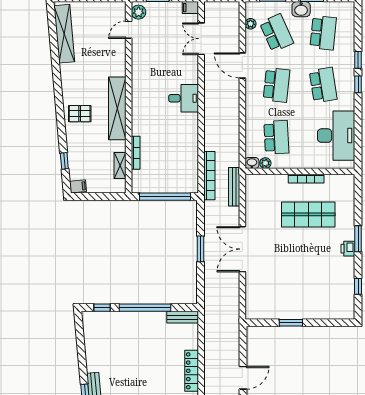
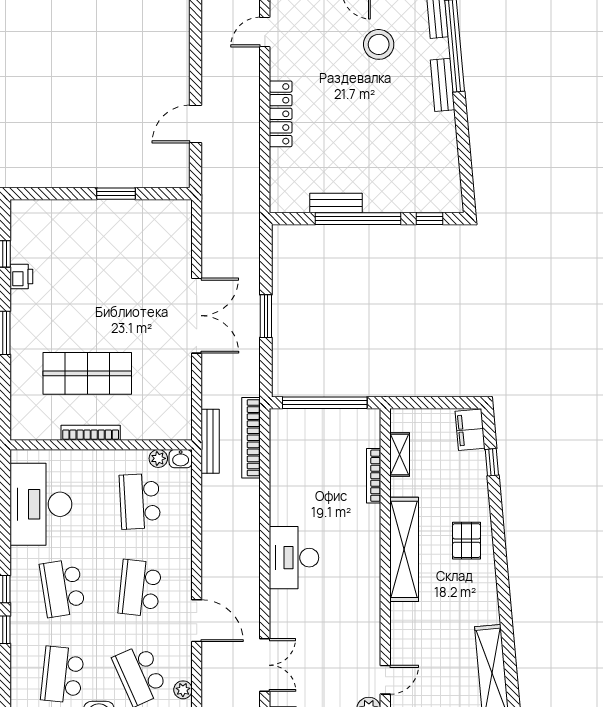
desk: (184, 98) -> (294, 558), width x1.37
pallet: (80, 114) -> (467, 541), turned 90
filing cabinet: (78, 186) -> (470, 430), width x2.00
bench: (234, 187) -> (210, 441), moved
printer: (348, 249) -> (21, 277), moved
bench: (183, 317) -> (336, 203), moved
door: (243, 378) -> (195, 124), moved

